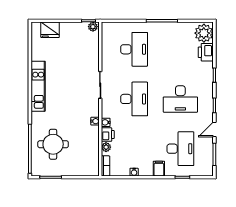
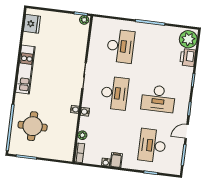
fridge: (50, 30) -> (32, 24), moved, turned -90
printer: (108, 135) -> (85, 124), removed
desk: (180, 149) -> (152, 146), turned 180
filing cabinet: (159, 169) -> (116, 160), moved

